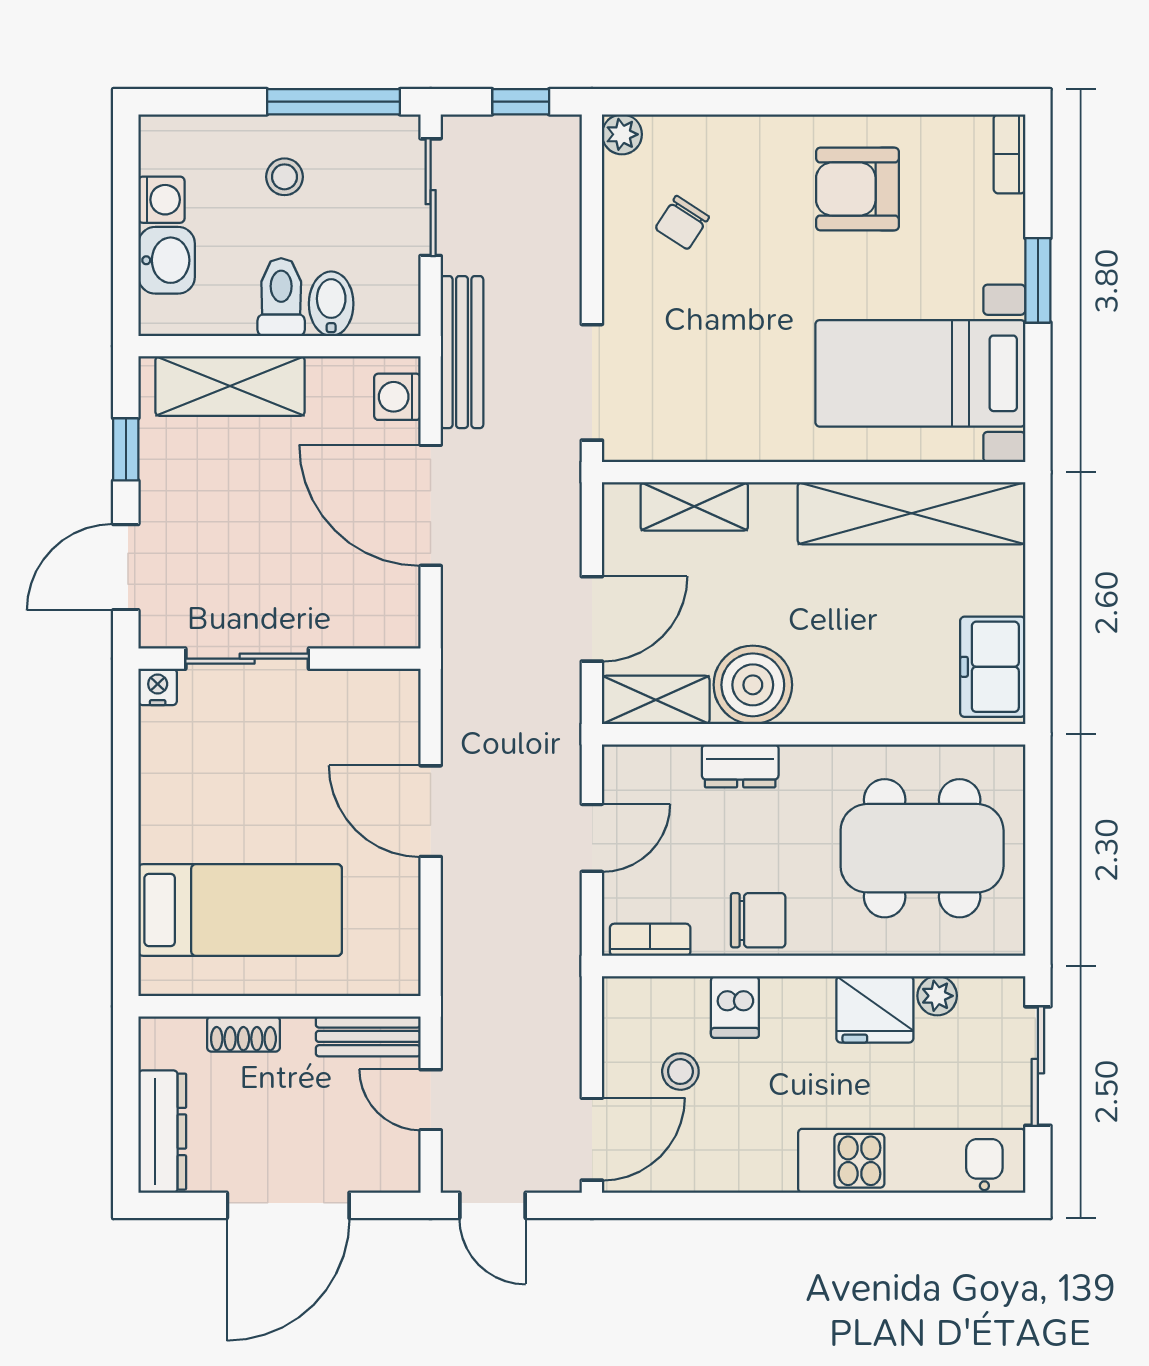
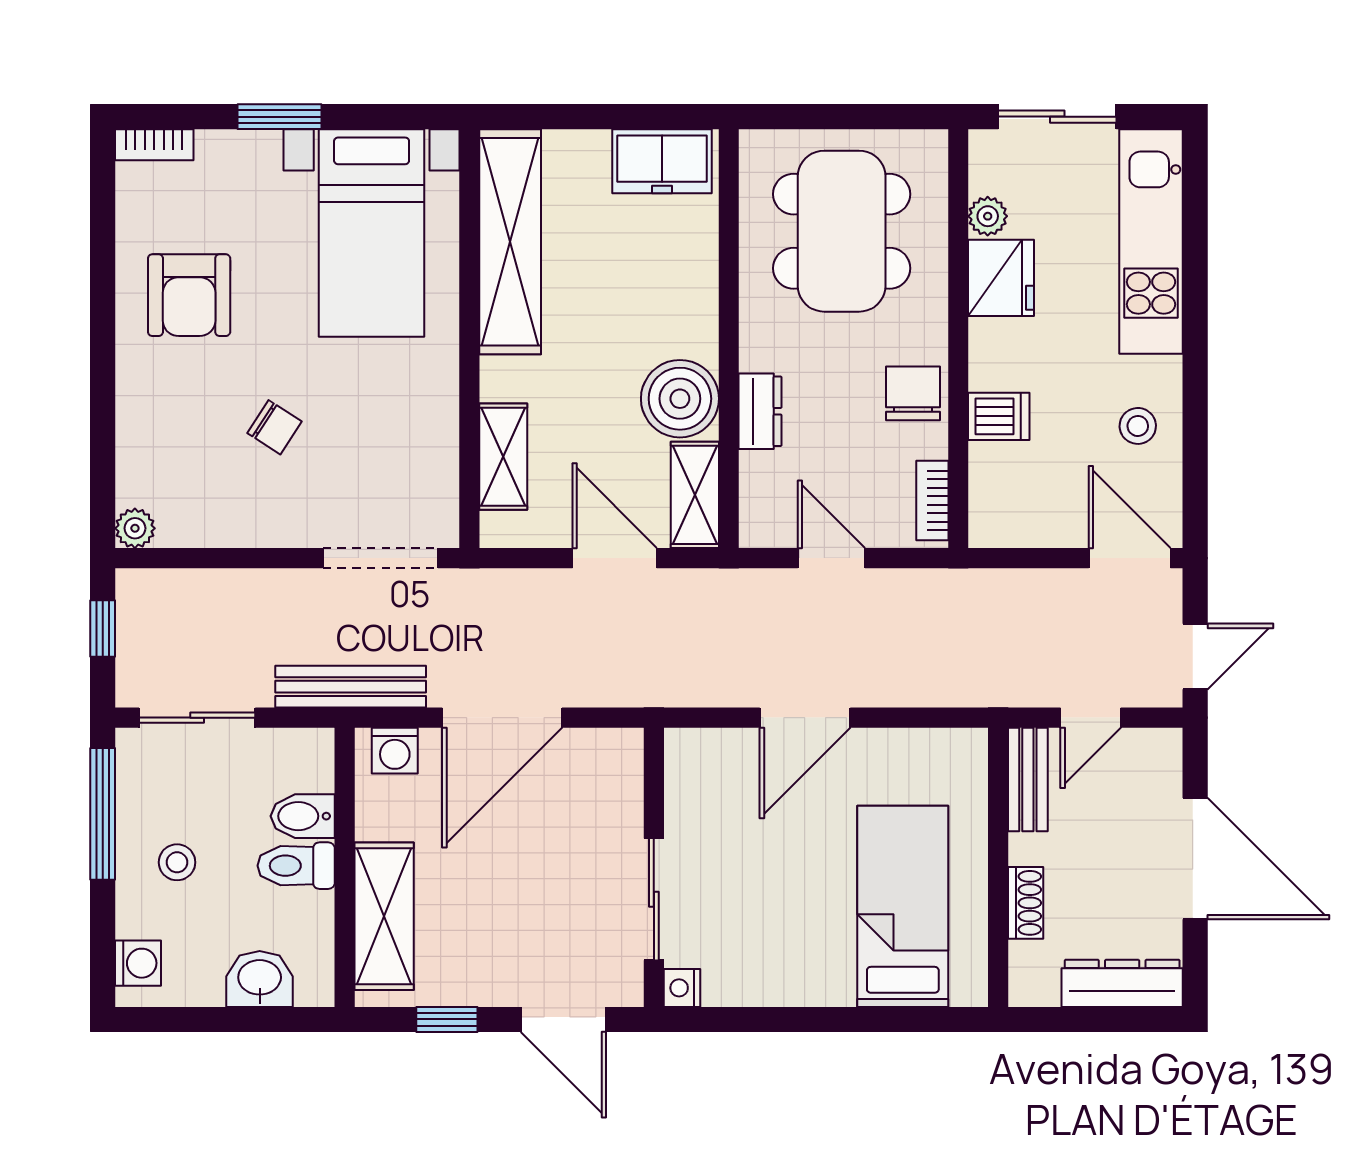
washing machine: (161, 200) -> (138, 963), moved, turned 90
chair: (682, 223) -> (274, 427), moved
stool: (680, 1072) -> (1138, 426), moved

